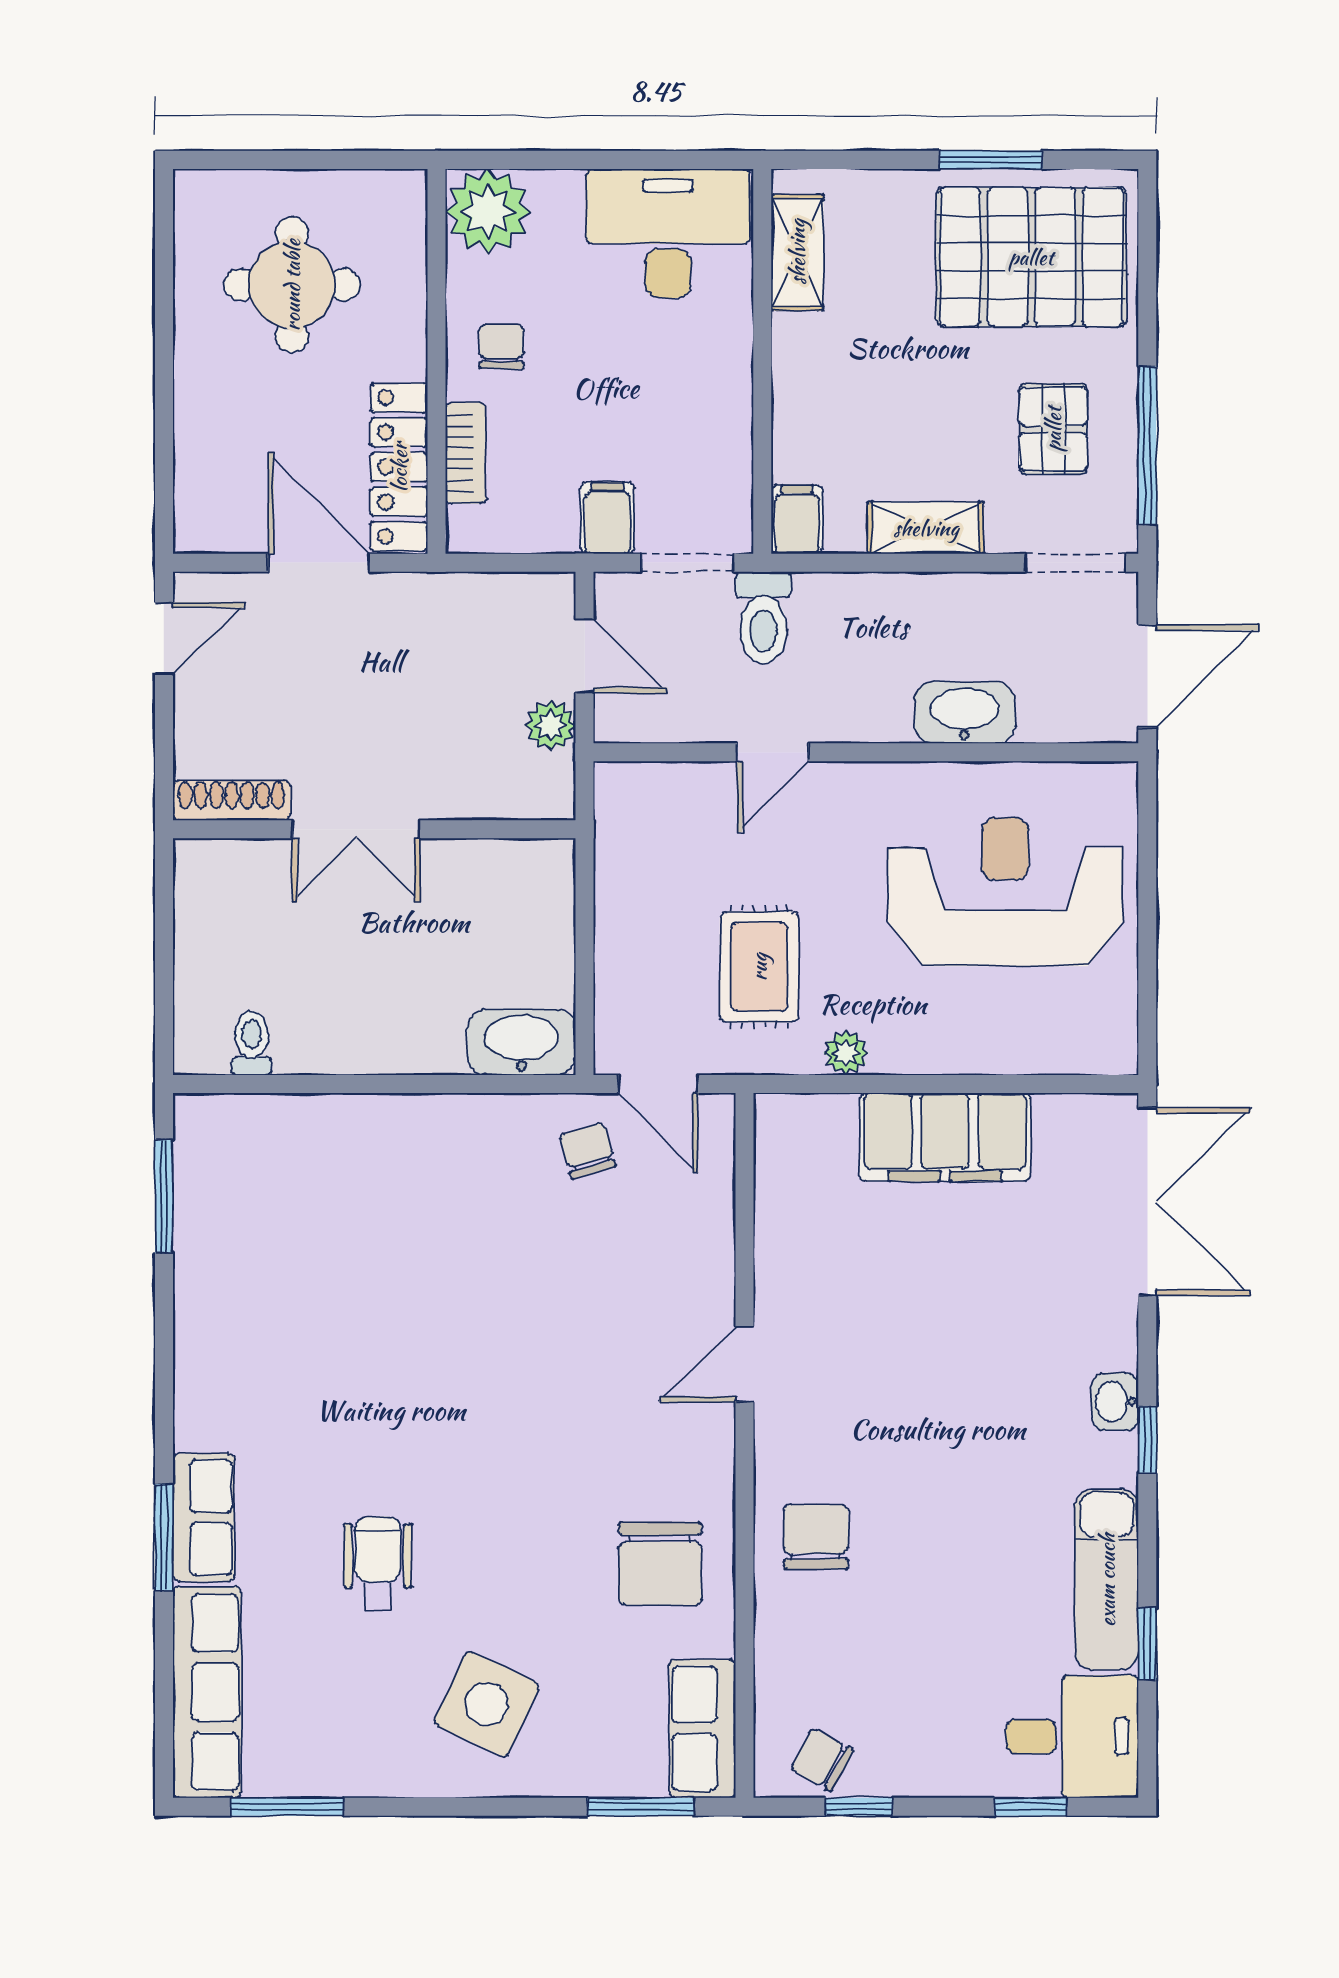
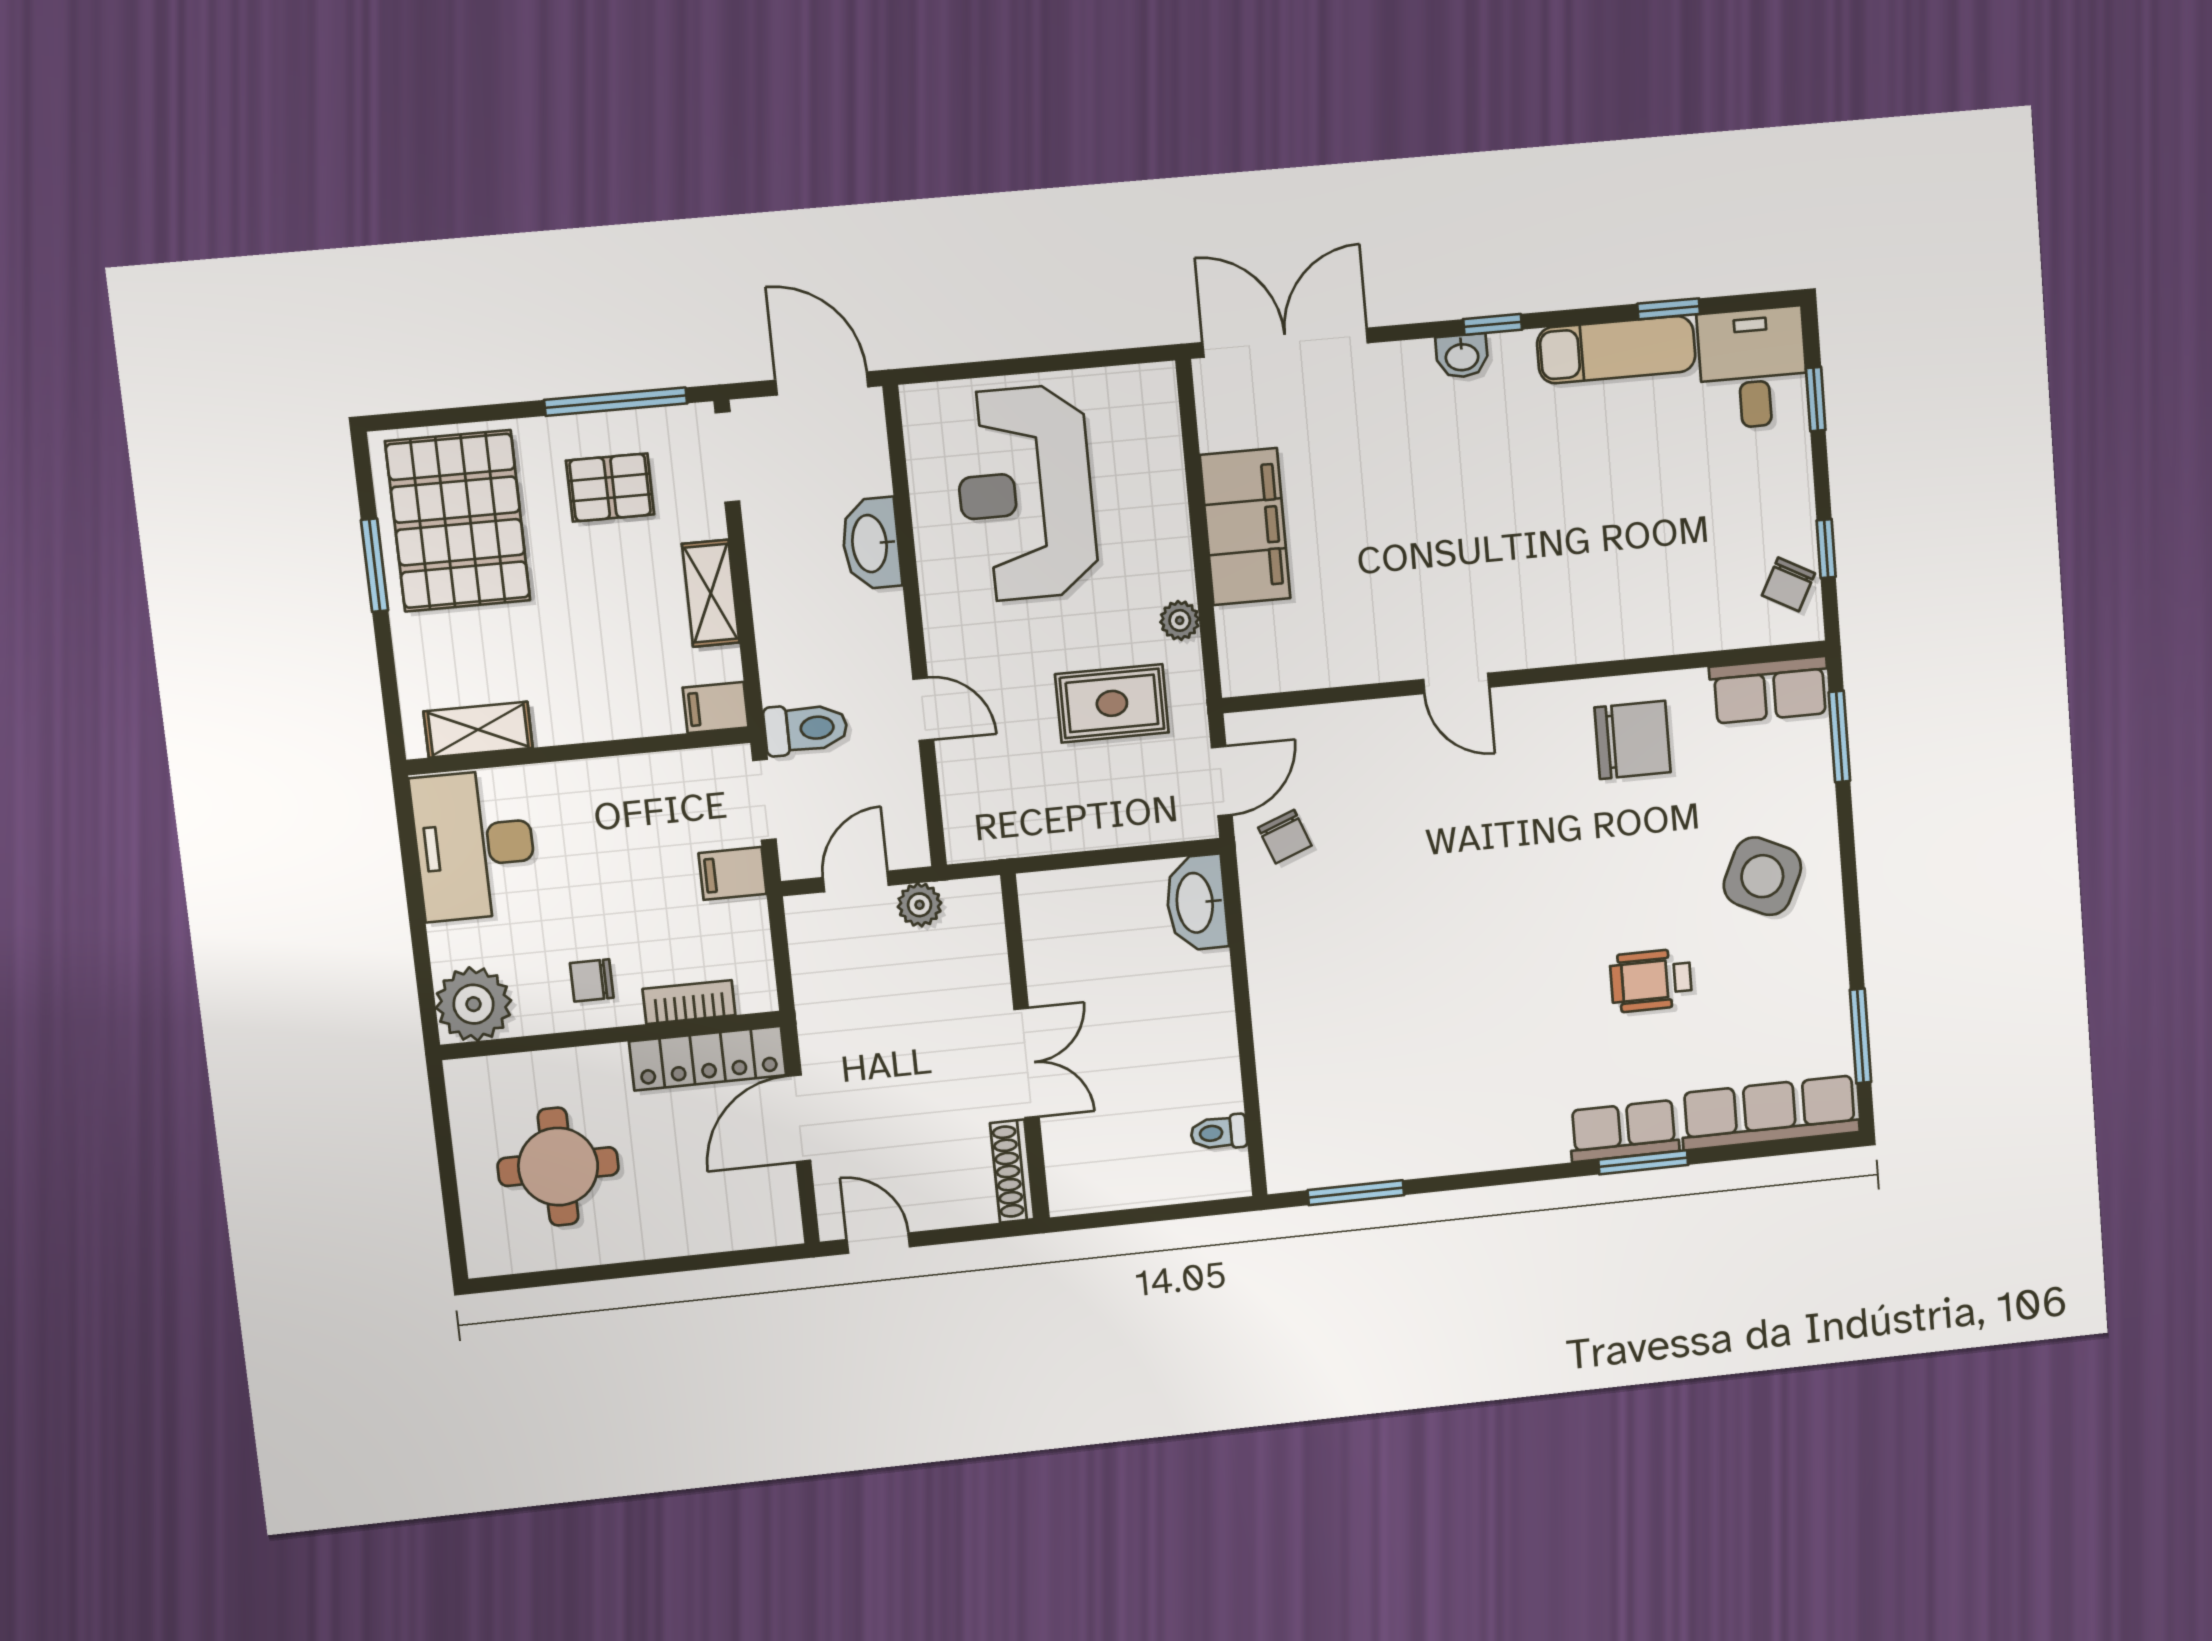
chair: (588, 1151) -> (1285, 837), turned -95
chair: (816, 1537) -> (1599, 607), removed

